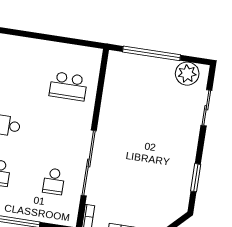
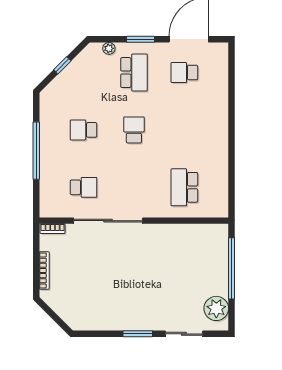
window: (196, 178) -> (138, 334), moved
school desk: (54, 181) -> (83, 187), turned 180

